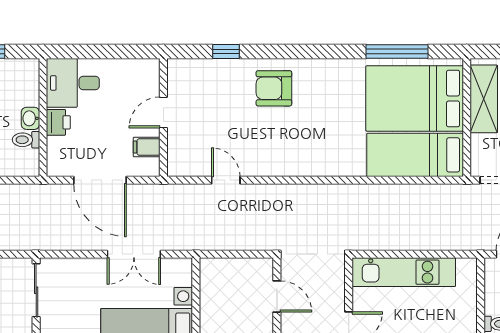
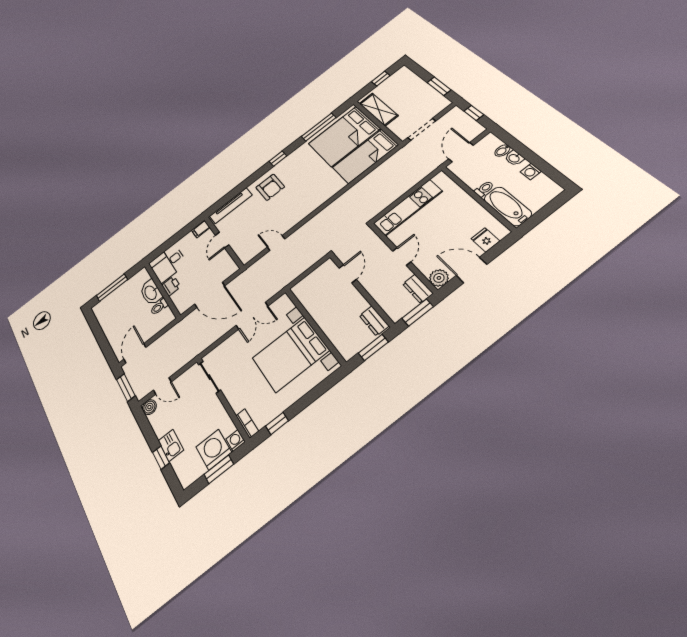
window: (226, 52) -> (278, 159), moved
tv unit: (207, 69) -> (231, 206), added
armchair: (274, 88) -> (270, 187), turned -90
washbasin: (30, 118) -> (151, 292), width x1.91, depth x1.45
filing cabinet: (147, 147) -> (201, 229), moved
door: (277, 296) -> (348, 274), hinge flipped

